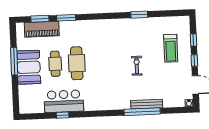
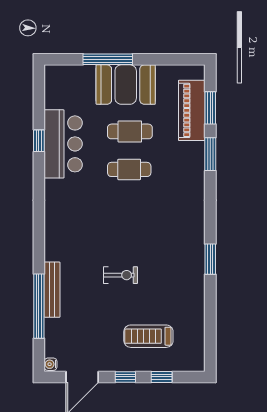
window: (139, 15) -> (210, 259), moved
window: (14, 61) -> (108, 59), moved
cafe table: (77, 63) -> (129, 169), width x0.73, depth x0.74
window: (142, 112) -> (39, 306), moved

